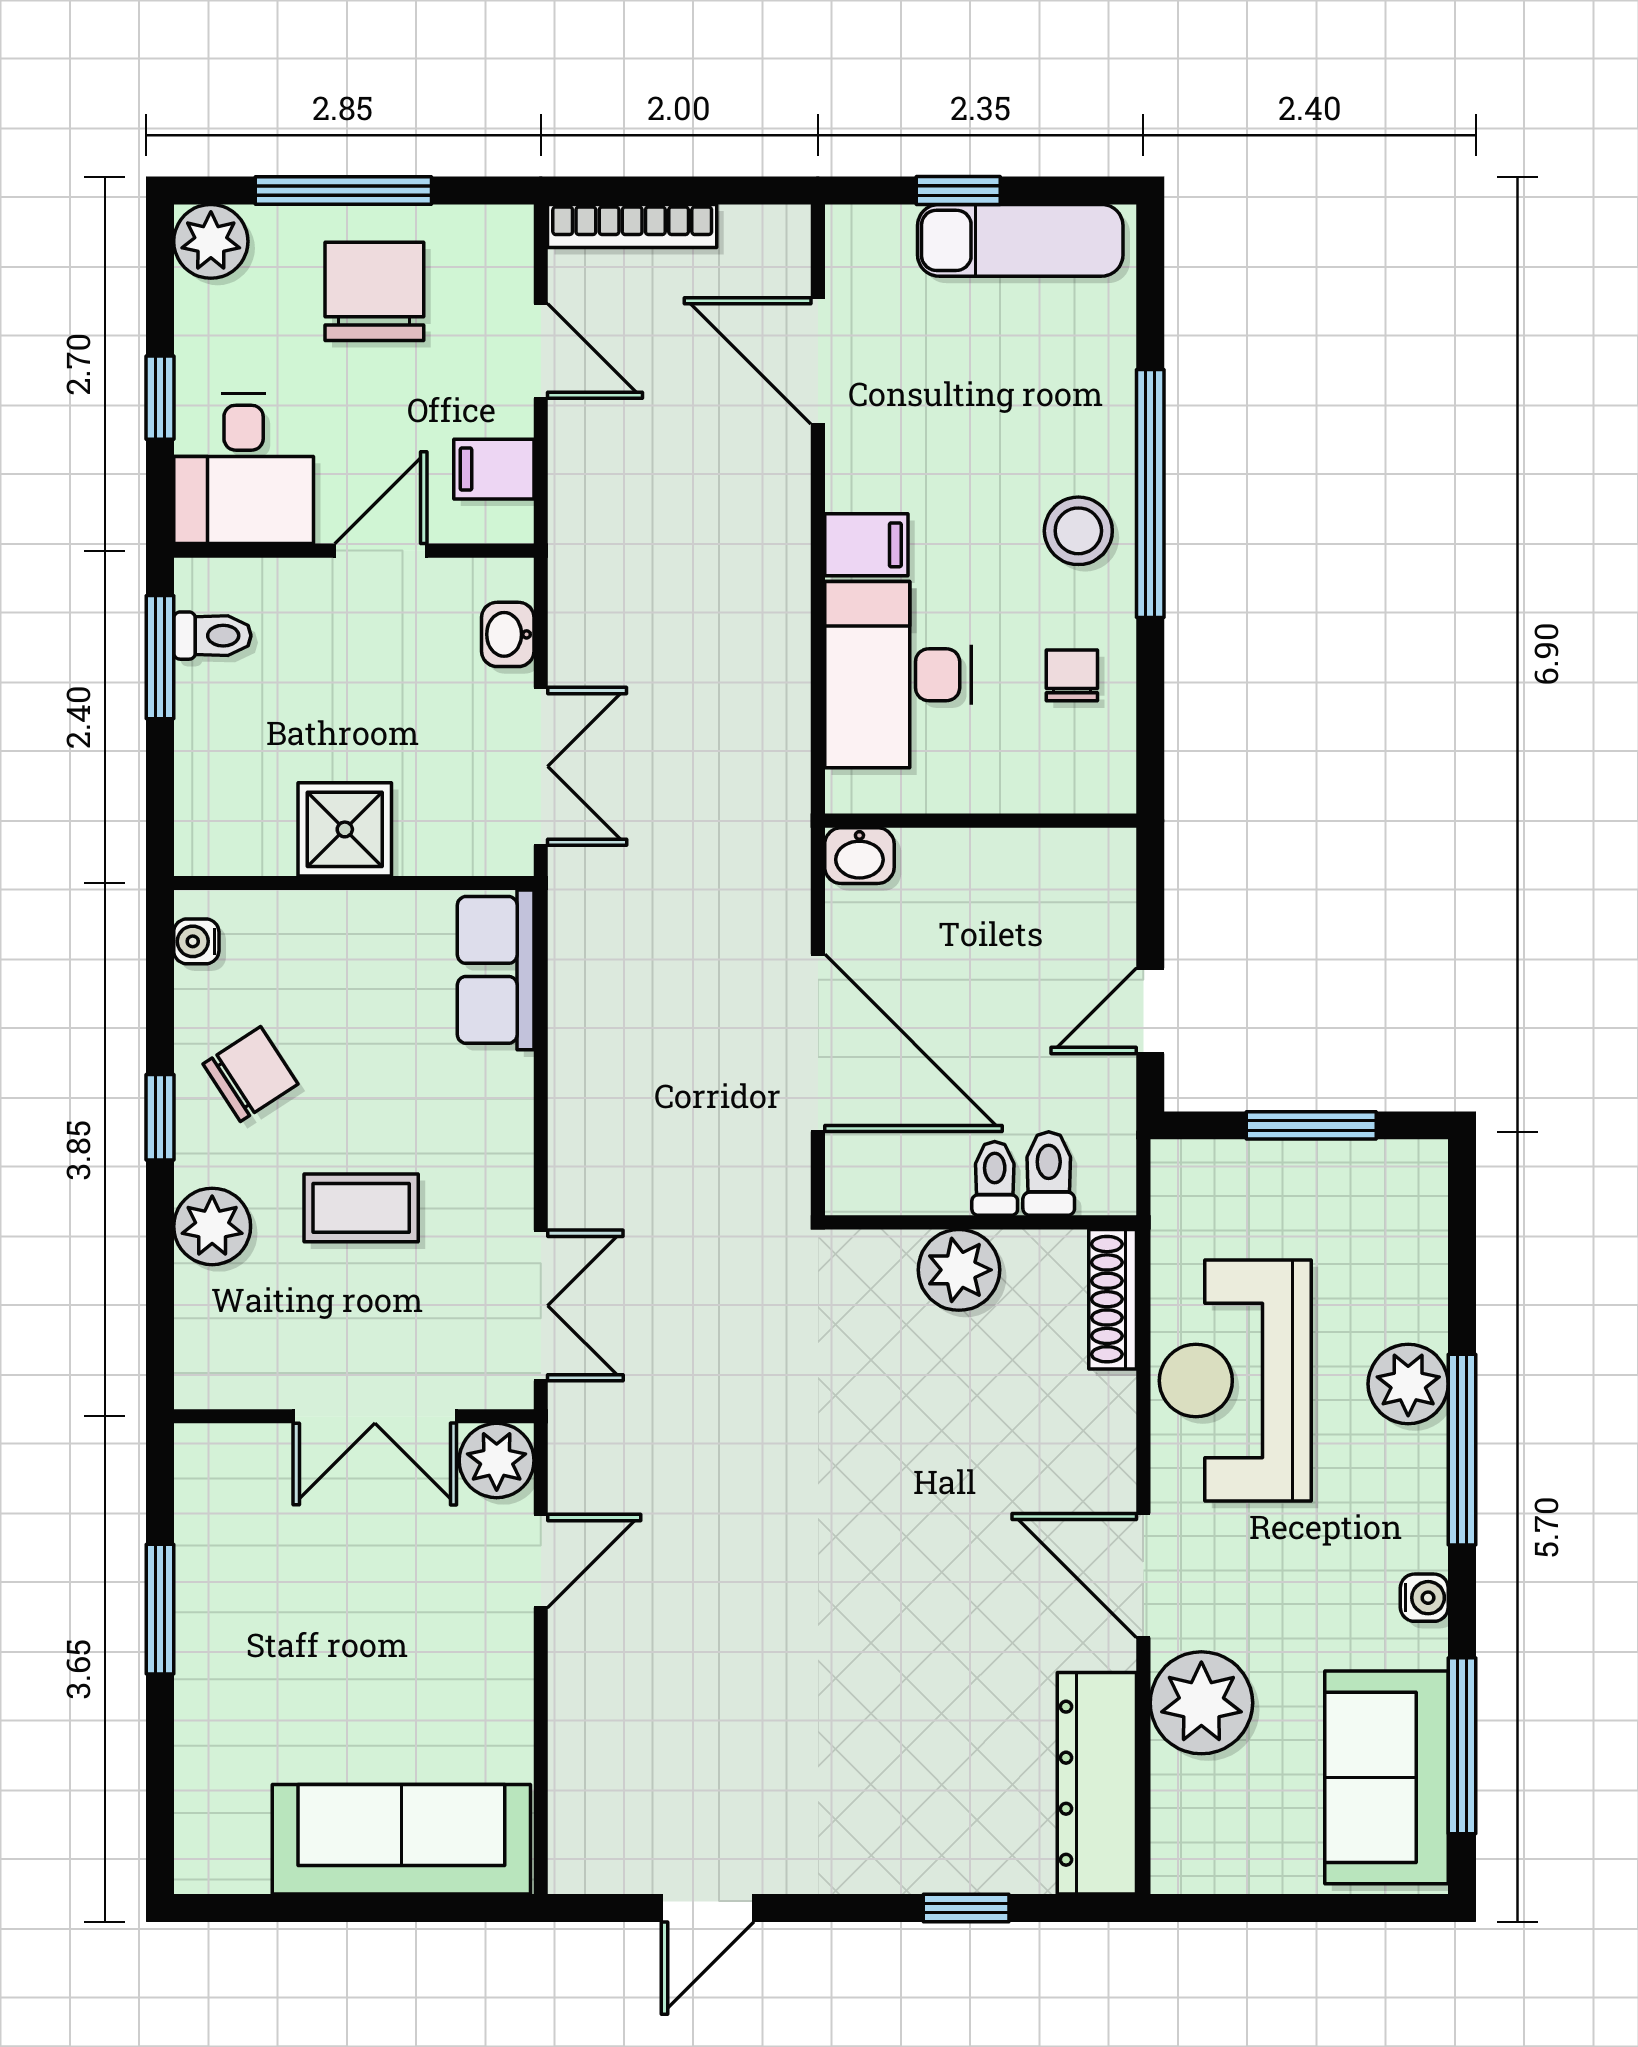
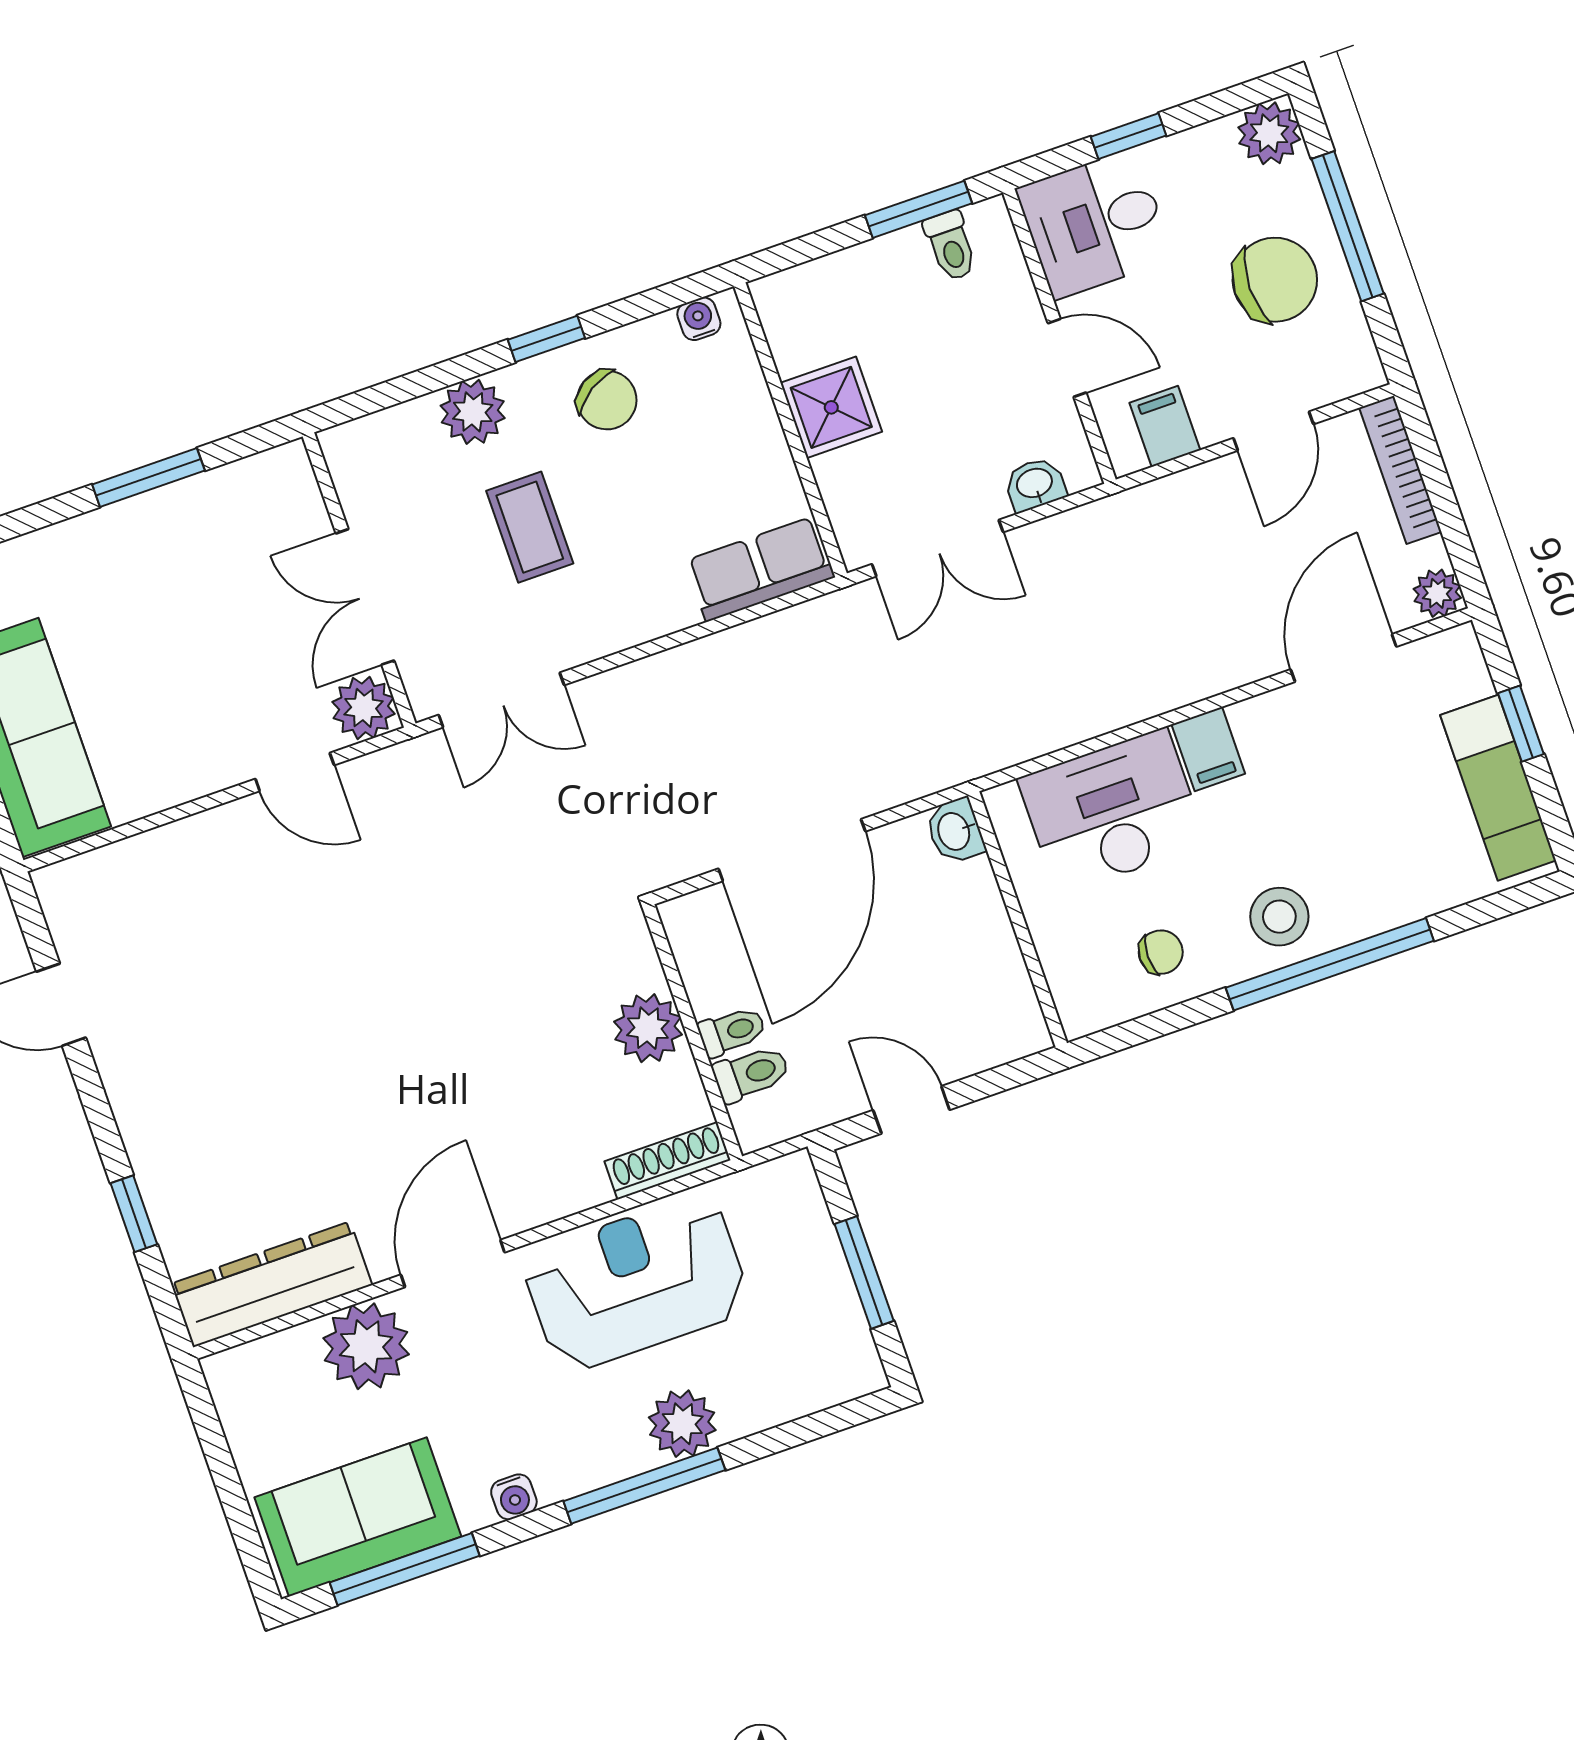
plant: (783, 233) -> (1437, 593), added

